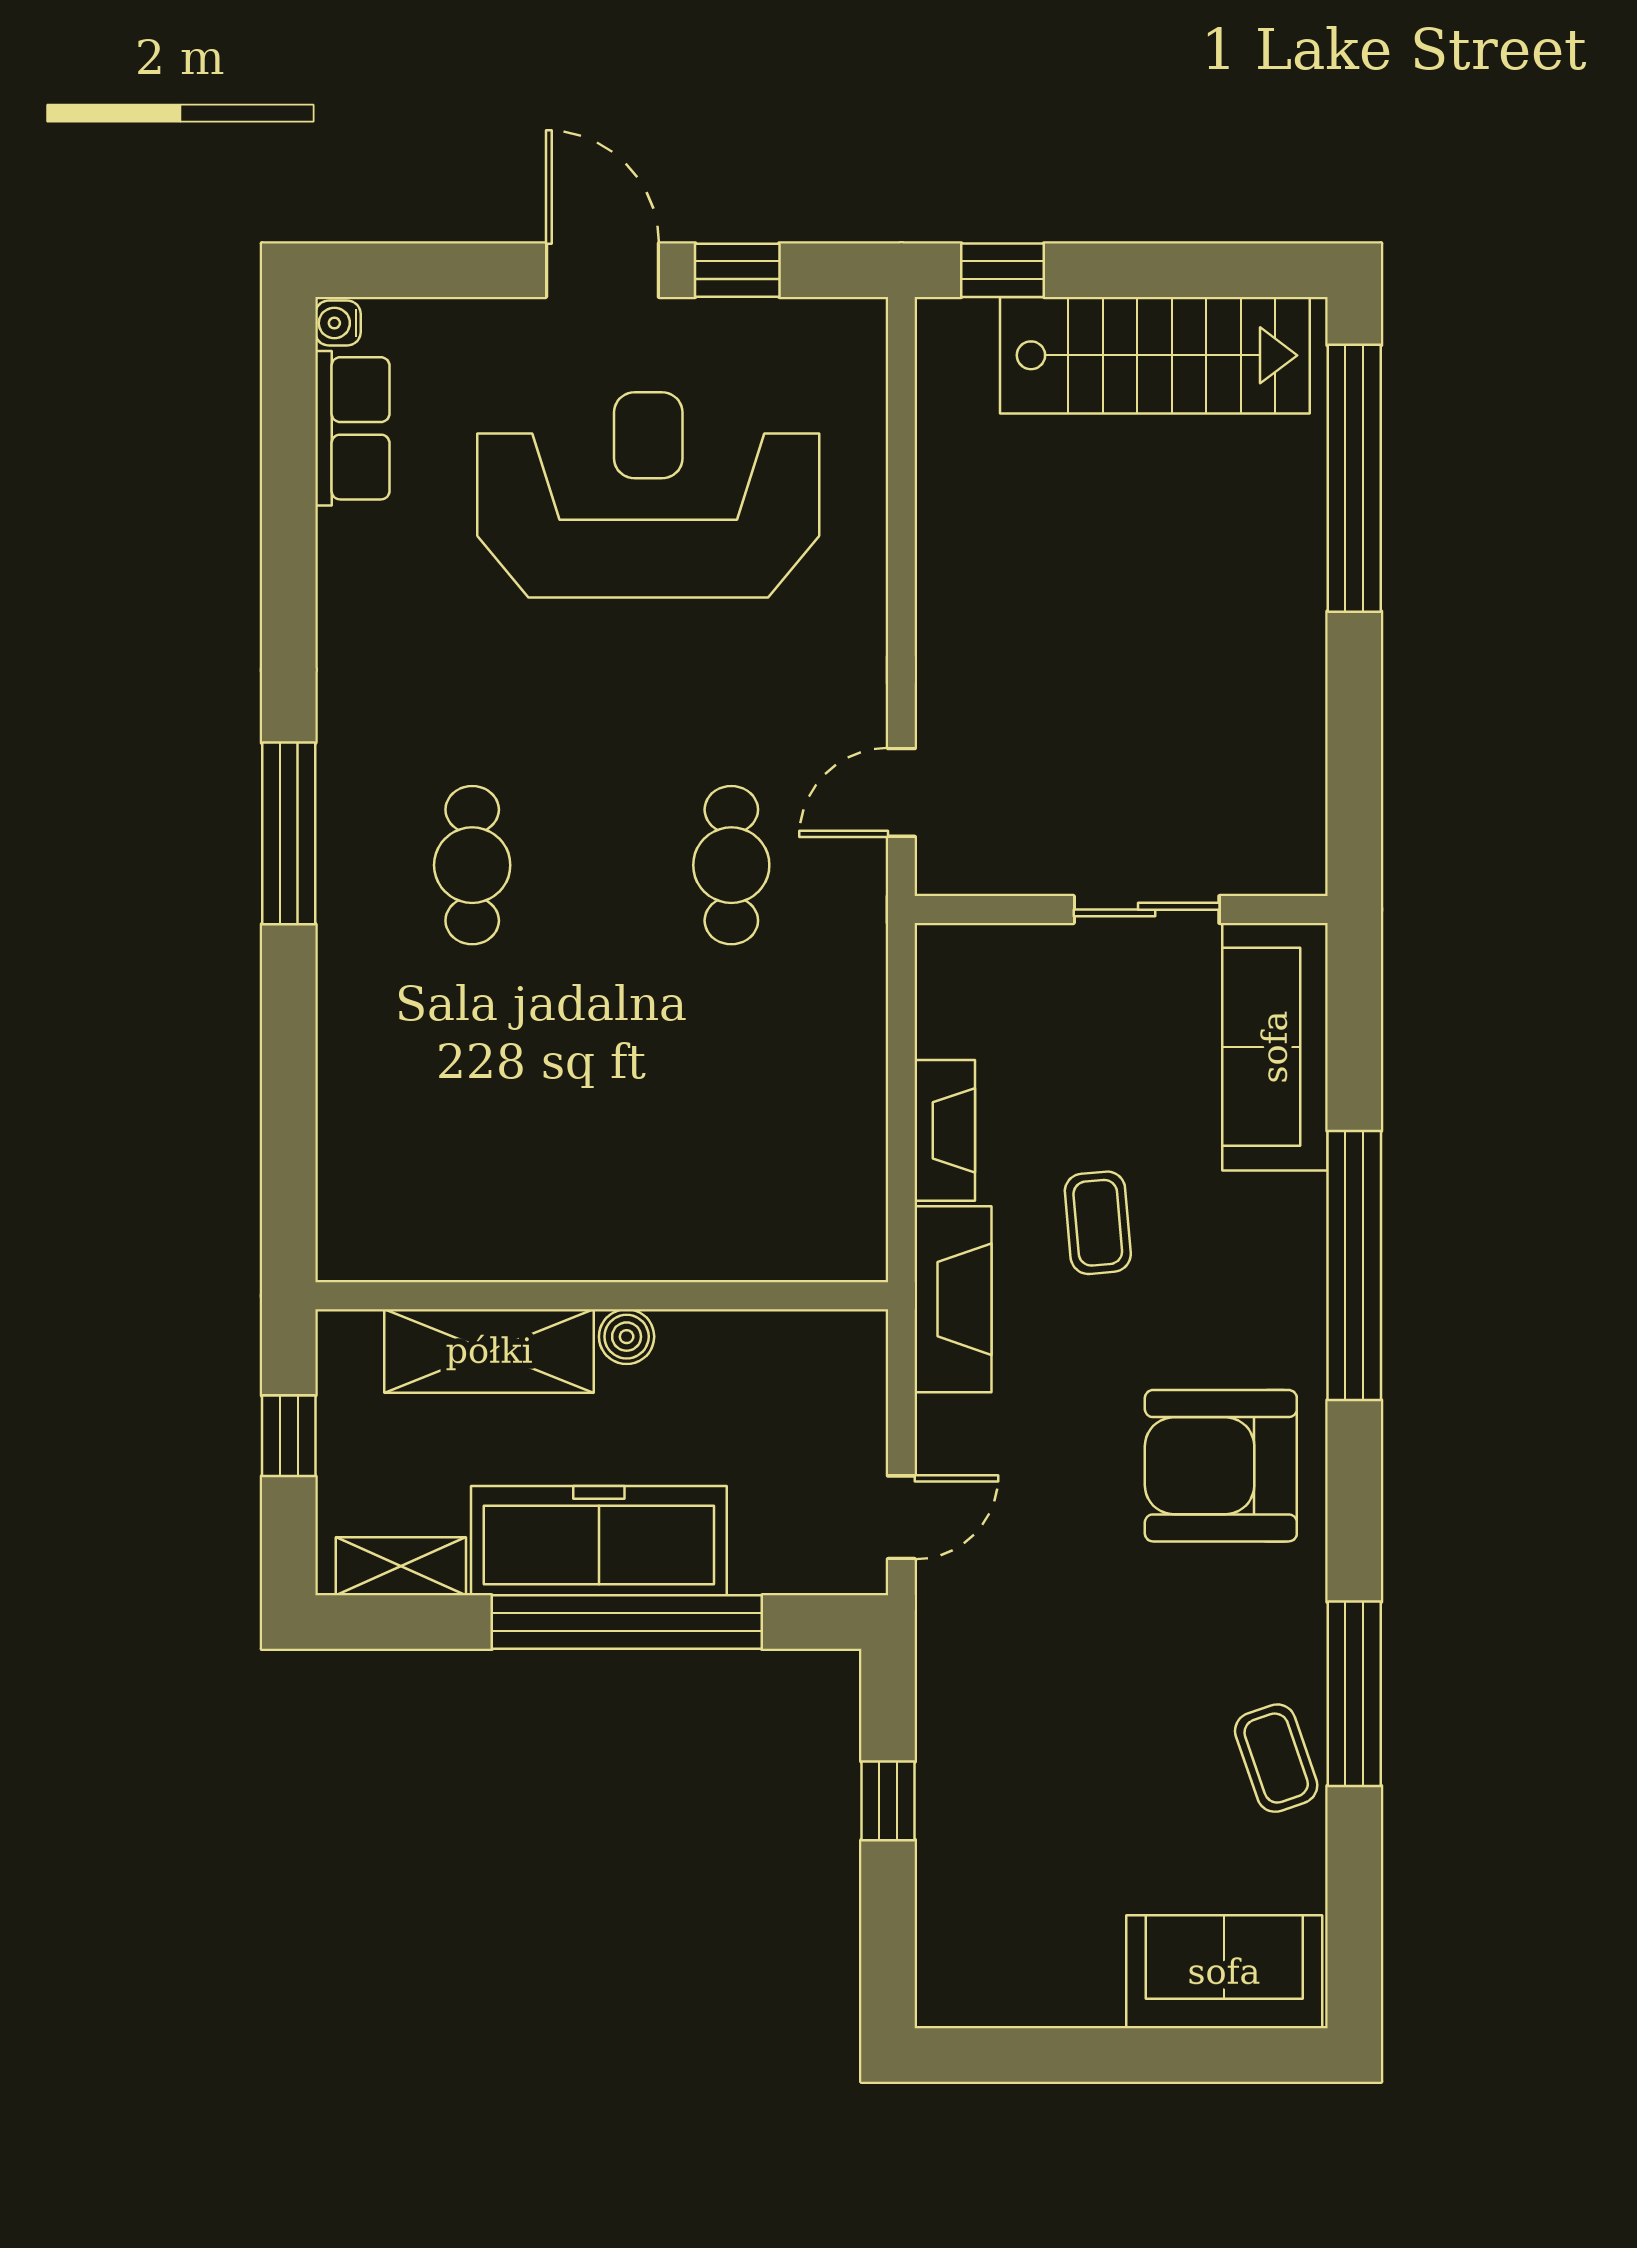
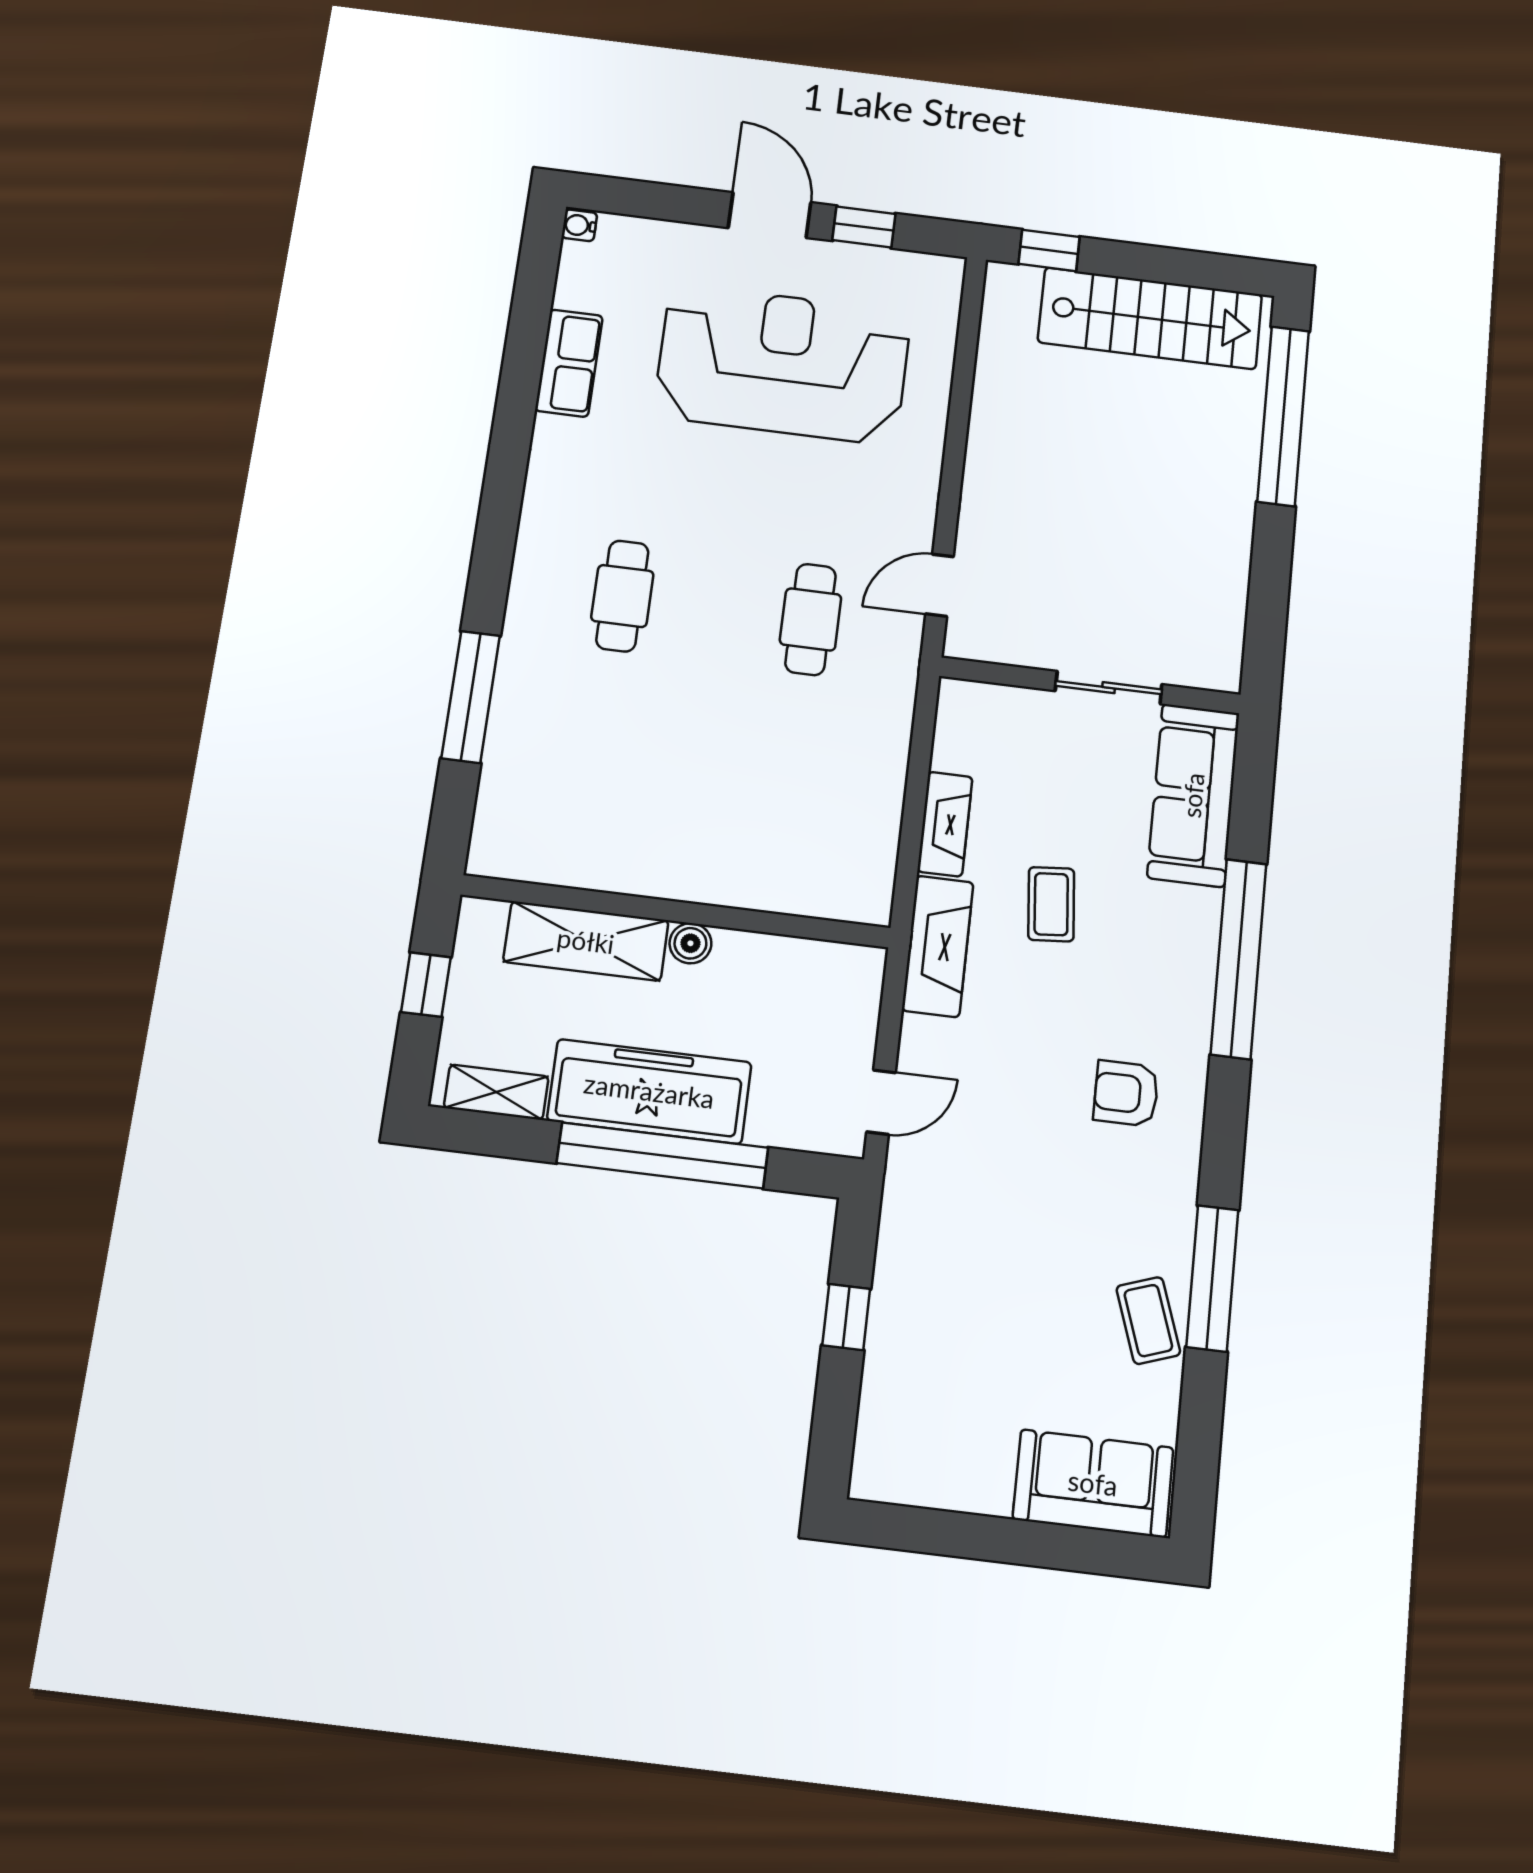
row of seats: (352, 428) -> (569, 363), moved
window: (289, 833) -> (471, 697), moved
armchair: (1221, 1466) -> (1126, 1093), width x0.53, depth x0.53

